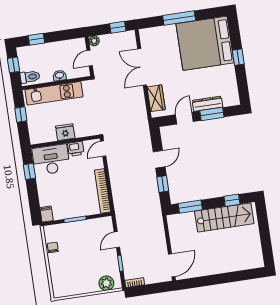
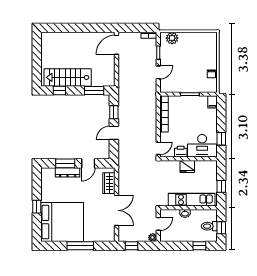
toilet: (30, 77) -> (209, 226), moved

